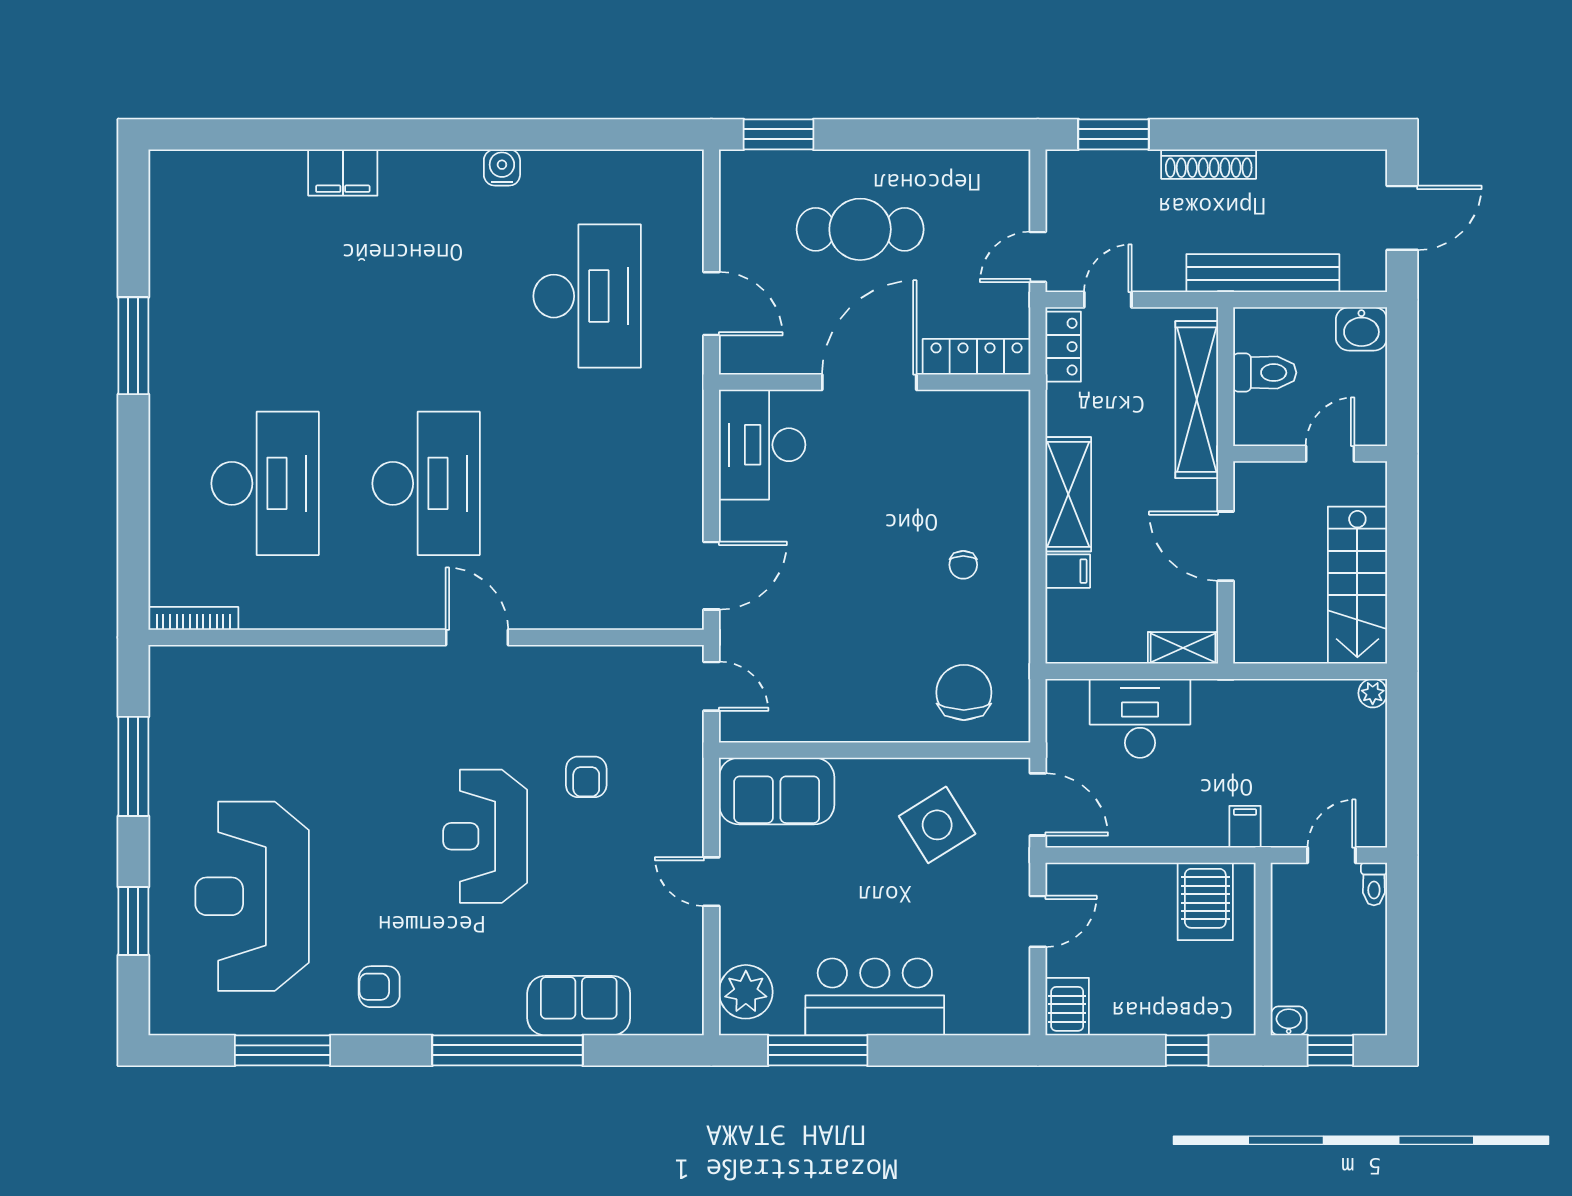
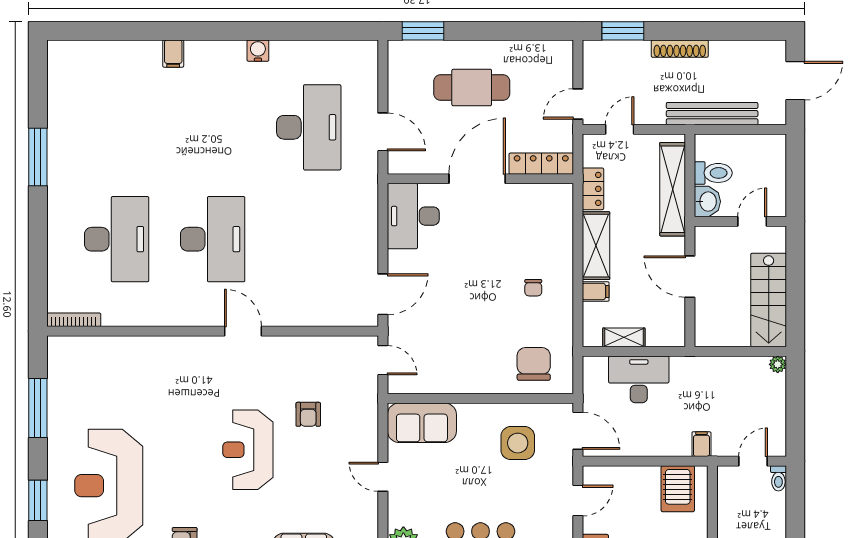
filing cabinet: (343, 173) -> (173, 54), width x0.50
washbasin: (1361, 329) -> (707, 202), moved, turned -90
locker: (1063, 347) -> (593, 189), moved
shelving: (1183, 648) -> (624, 337), moved
side table: (937, 825) -> (518, 443), turned 32

